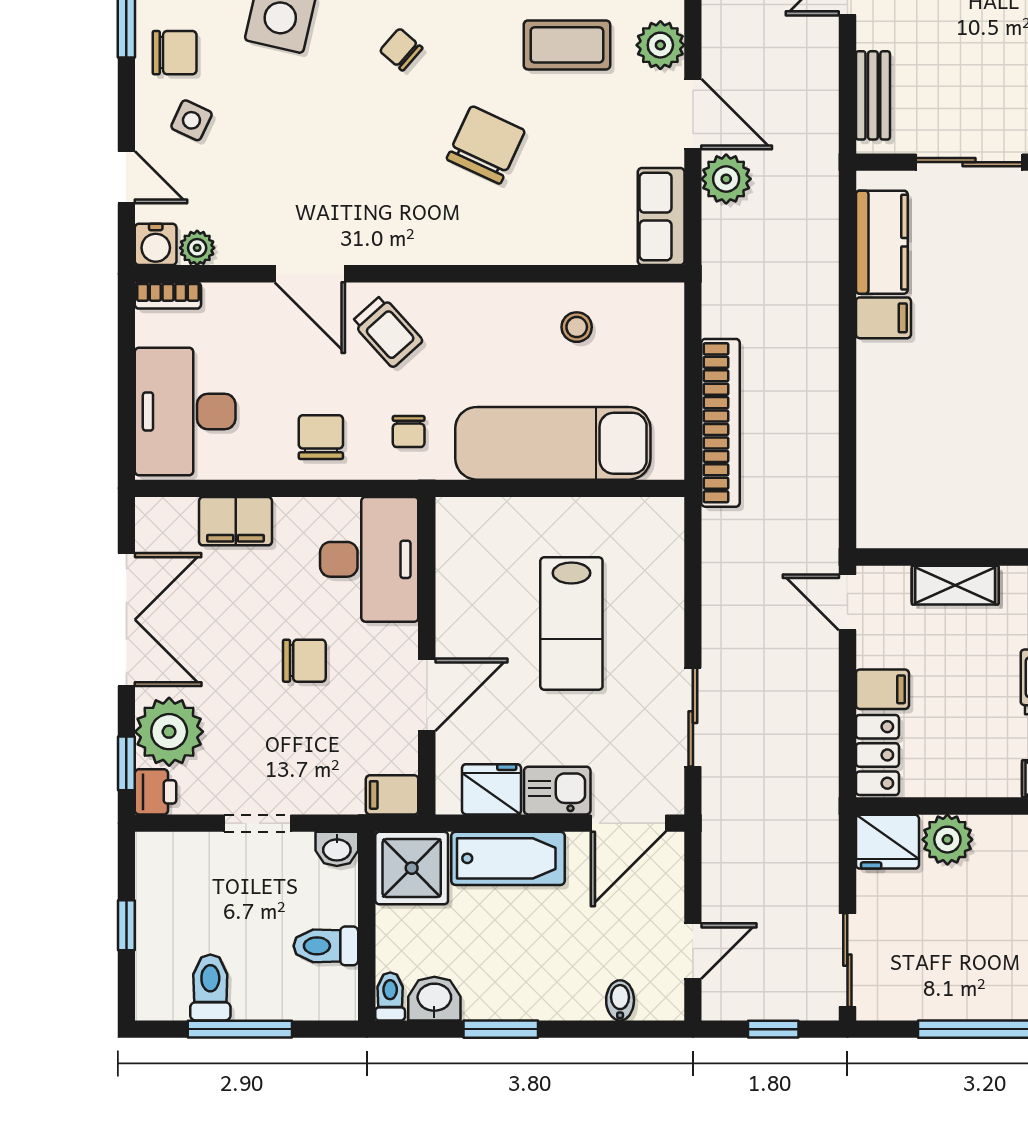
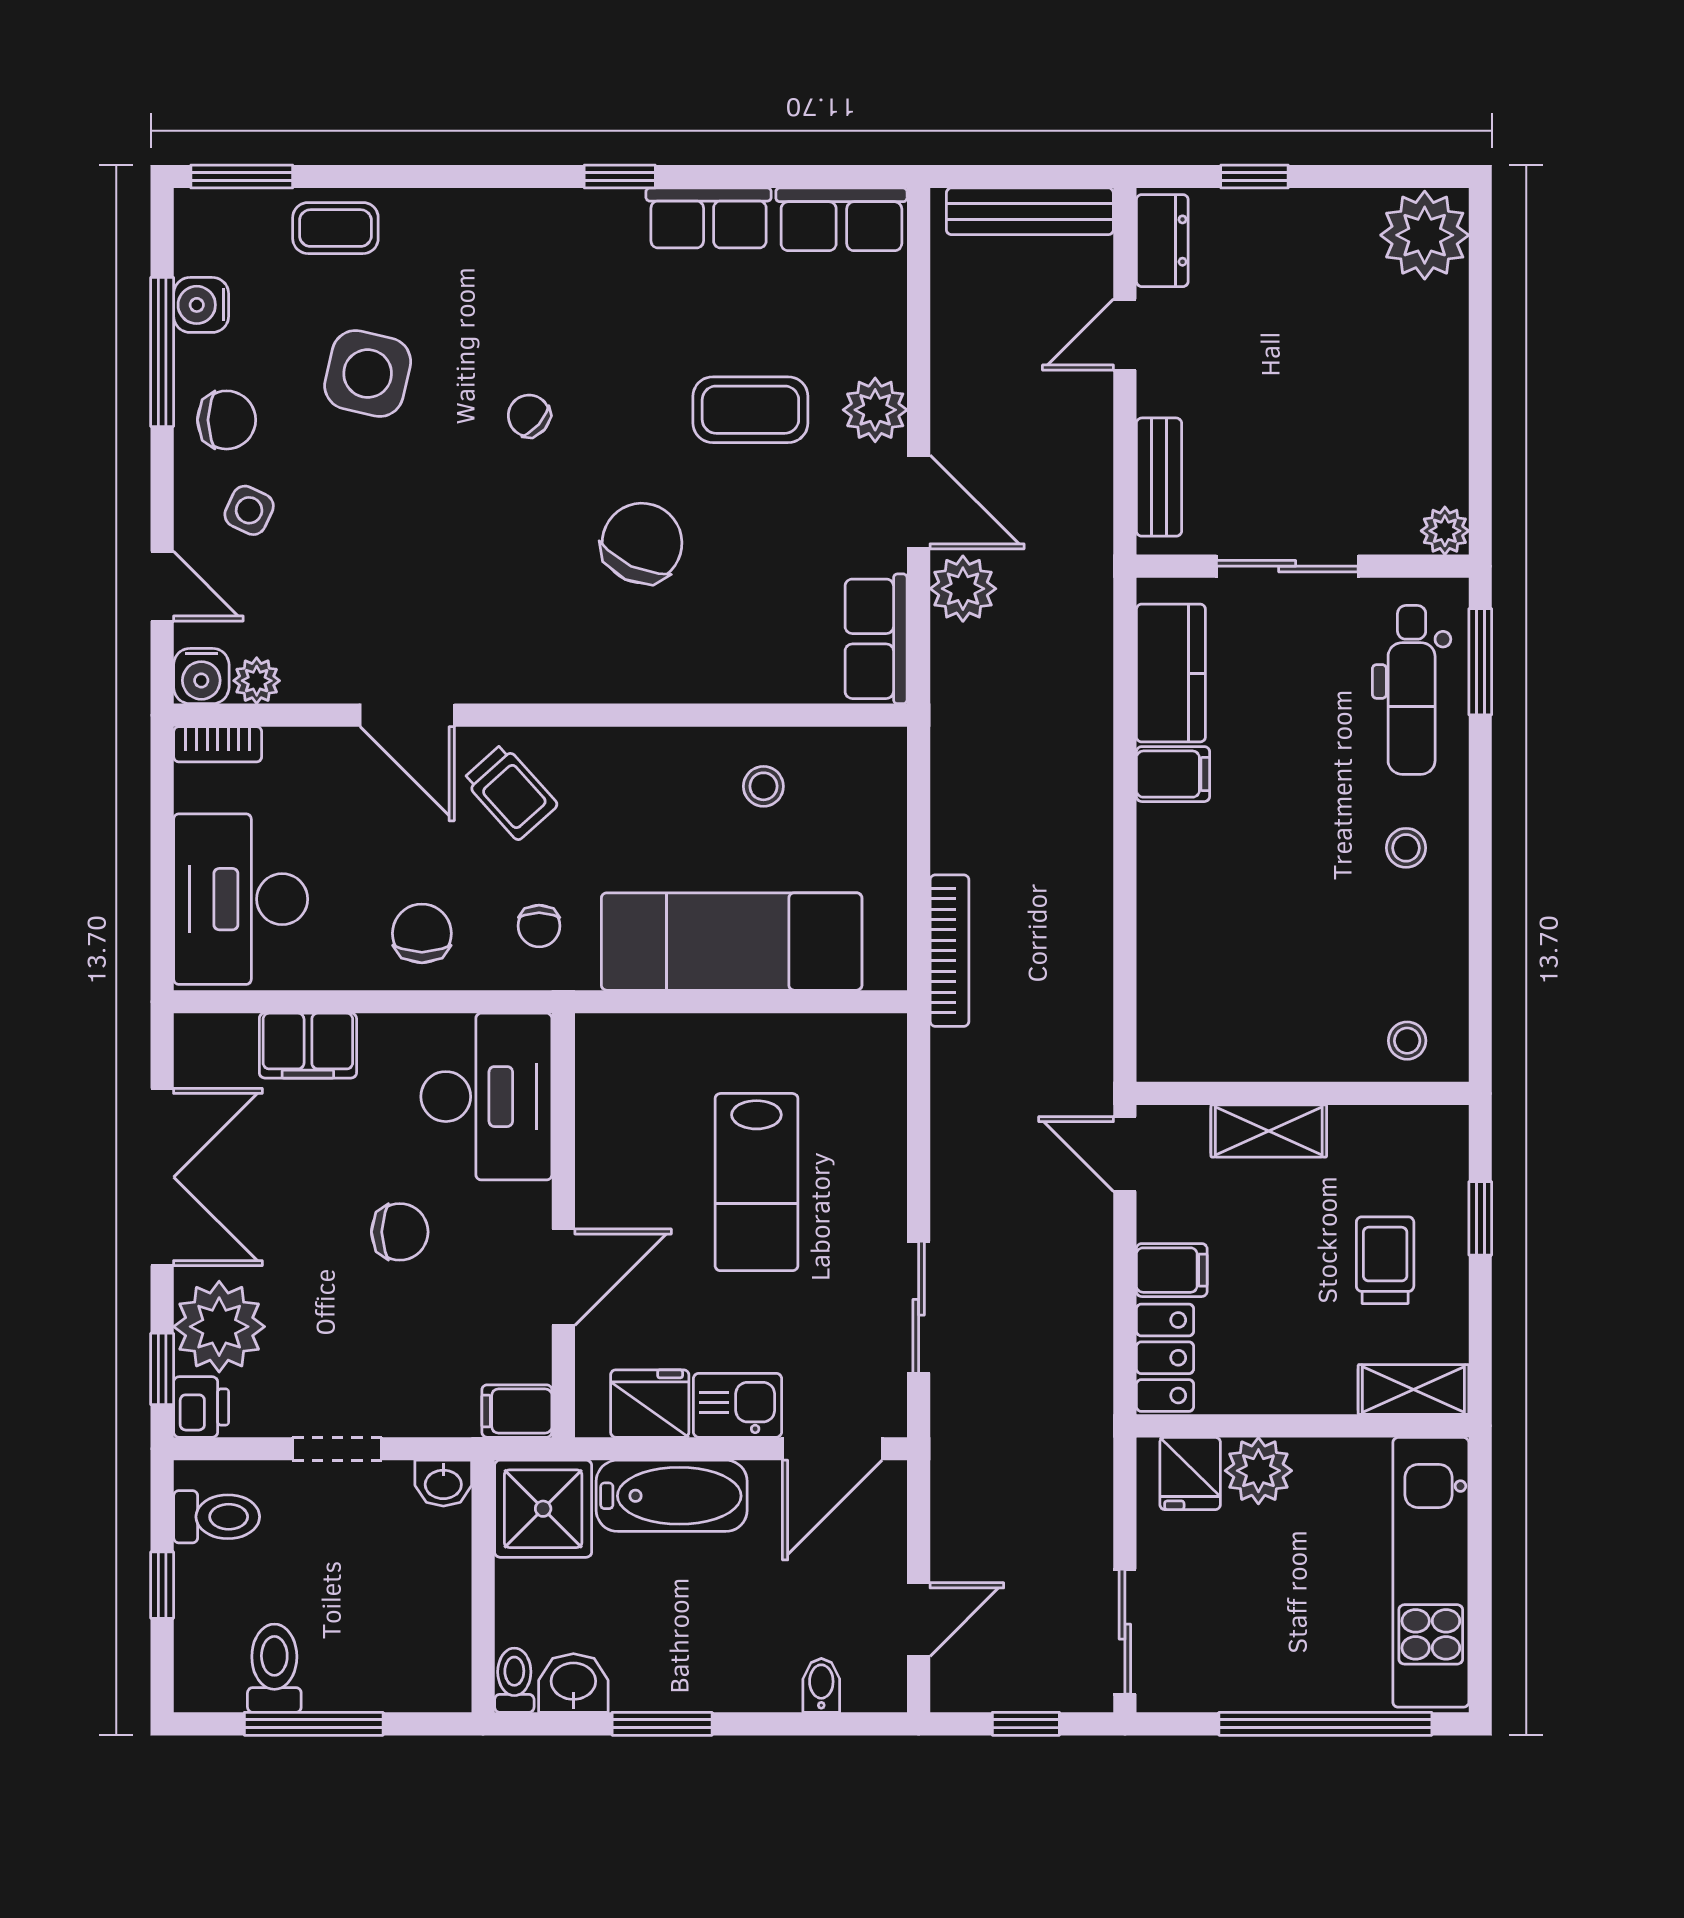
bookcase: (721, 423) -> (950, 951), width x0.68, depth x0.76
fridge: (887, 842) -> (1190, 1473), width x0.72
toilet: (326, 946) -> (217, 1517), moved, turned 180

